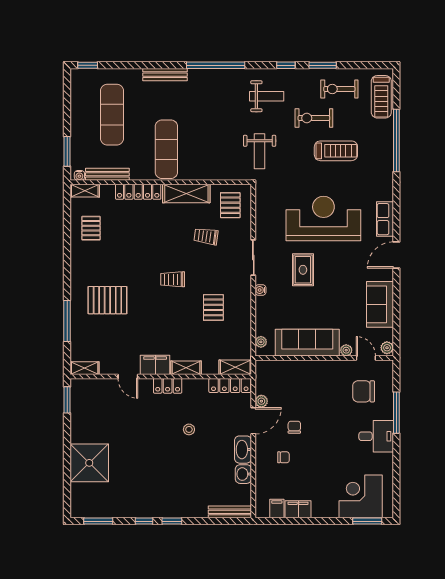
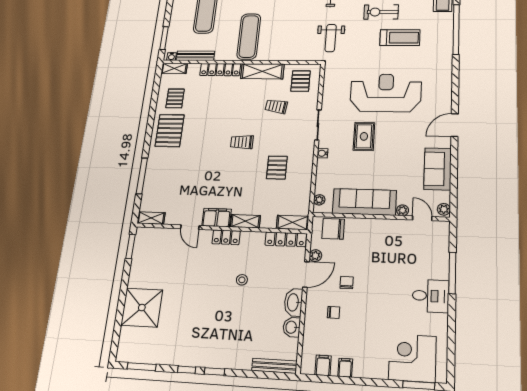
row of seats: (385, 219) -> (444, 94), removed
pallet: (107, 300) -> (170, 131), moved, turned 90
chair: (364, 391) -> (333, 229), moved
filing cabinet: (298, 509) -> (345, 368), width x0.50

